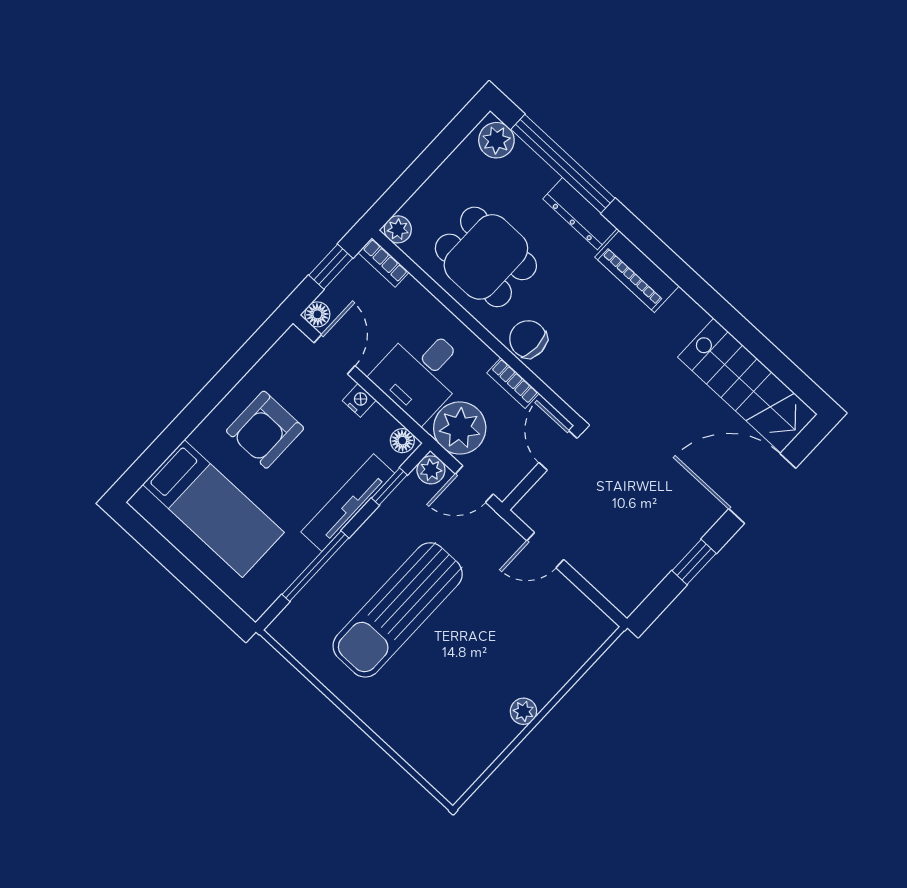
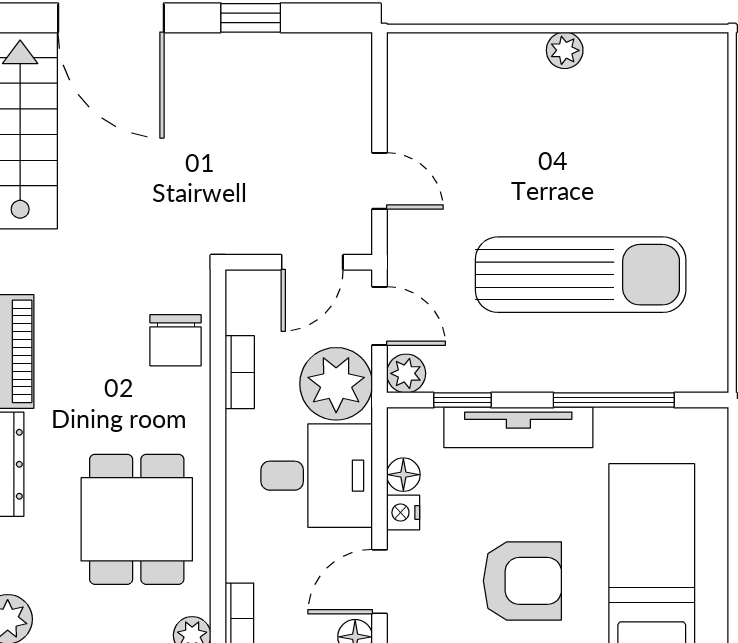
chair: (528, 339) -> (176, 340), moved
floor lamp: (402, 441) -> (403, 475), moved
door: (558, 450) -> (312, 262), moved

